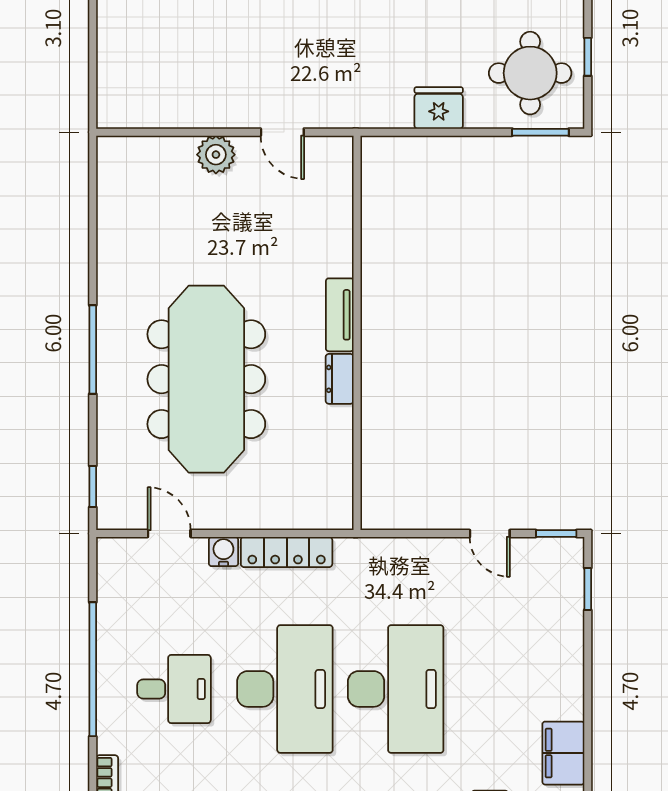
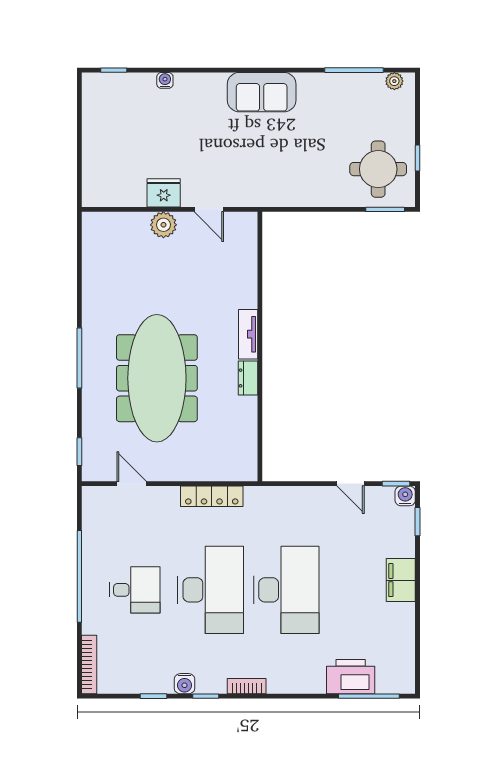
fridge: (439, 108) -> (164, 193), moved
water cooler: (223, 552) -> (405, 496), moved
filing cabinet: (563, 753) -> (401, 580), moved

